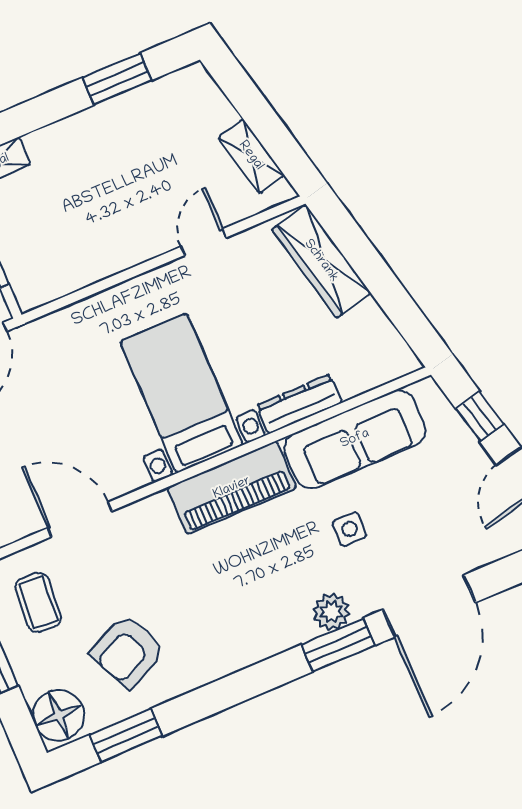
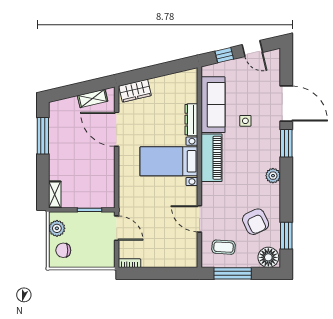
window: (117, 79) -> (43, 136), width x1.44
door: (204, 242) -> (117, 129), width x1.87
wardrobe: (321, 261) -> (135, 91), width x0.67
door: (80, 520) -> (199, 219), hinge flipped
plant: (331, 612) -> (273, 176), moved

